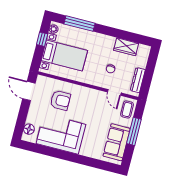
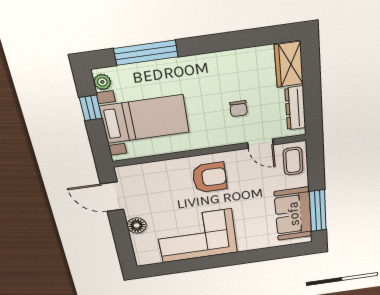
wardrobe: (126, 47) -> (289, 65), moved, turned 90
armchair: (60, 100) -> (210, 177), moved
floor lamp: (29, 129) -> (137, 225), moved
window: (134, 131) -> (318, 211), moved

